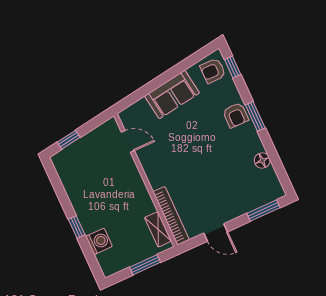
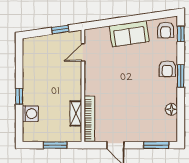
armchair: (213, 71) -> (166, 30), turned -90
window: (69, 140) -> (60, 30), moved
door: (128, 141) -> (83, 53), swing flipped
shelving: (158, 229) -> (76, 113), moved

